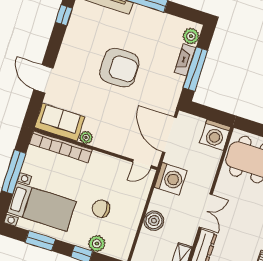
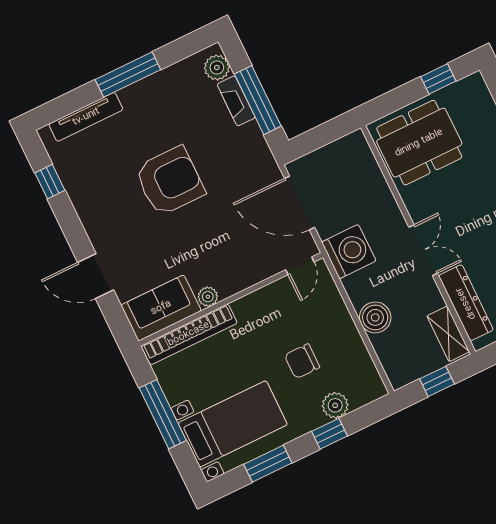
washing machine: (215, 135) -> (352, 153), removed

